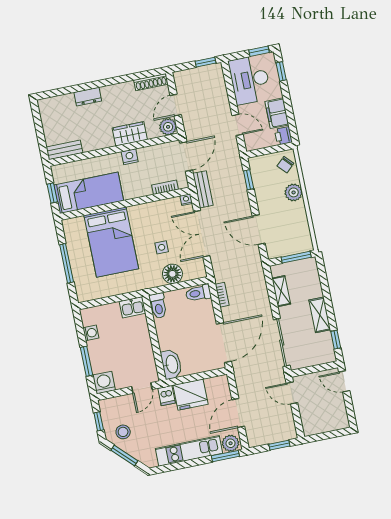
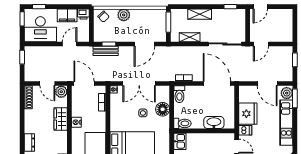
bench: (203, 189) -> (106, 51), moved
shelving: (320, 315) -> (200, 14), moved
washbasin: (171, 364) -> (214, 123), moved

